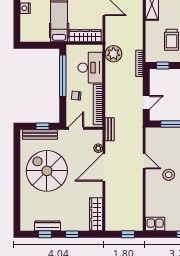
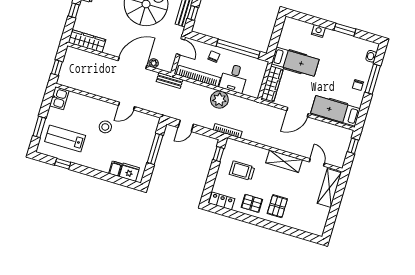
plant: (113, 54) -> (219, 100), moved
desk: (90, 68) -> (234, 78), width x0.73
door: (146, 102) -> (186, 126), hinge flipped
door: (104, 167) -> (132, 63), hinge flipped

